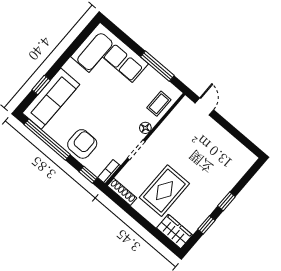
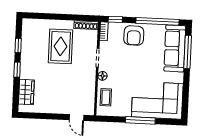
window: (157, 66) -> (140, 120), moved
window: (41, 85) -> (188, 52), width x2.17
wardrobe: (175, 232) -> (26, 92), moved, turned -90

